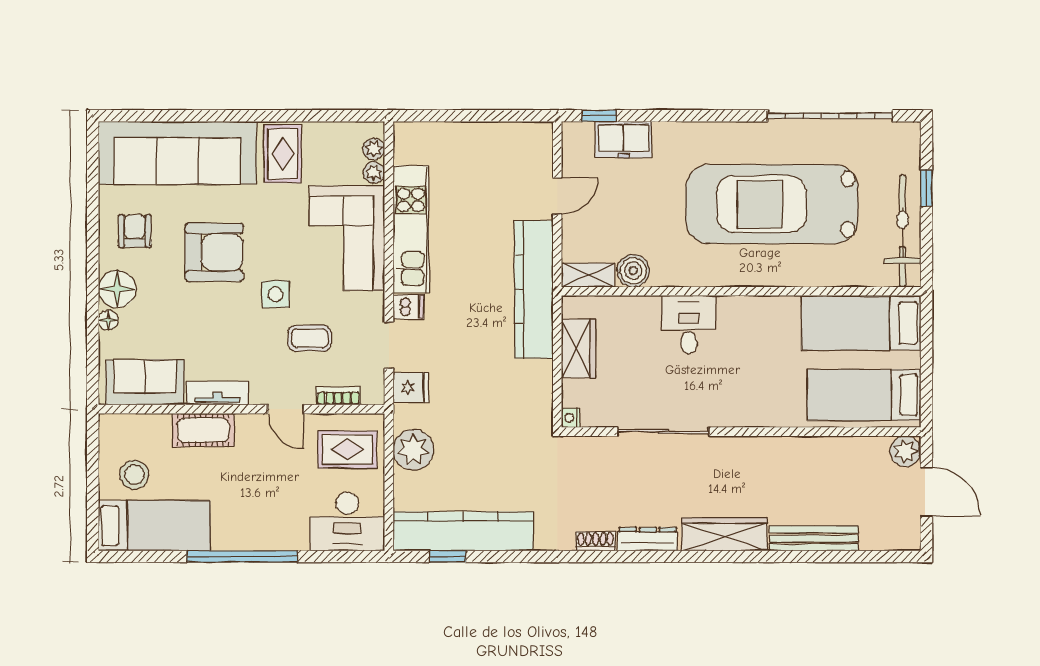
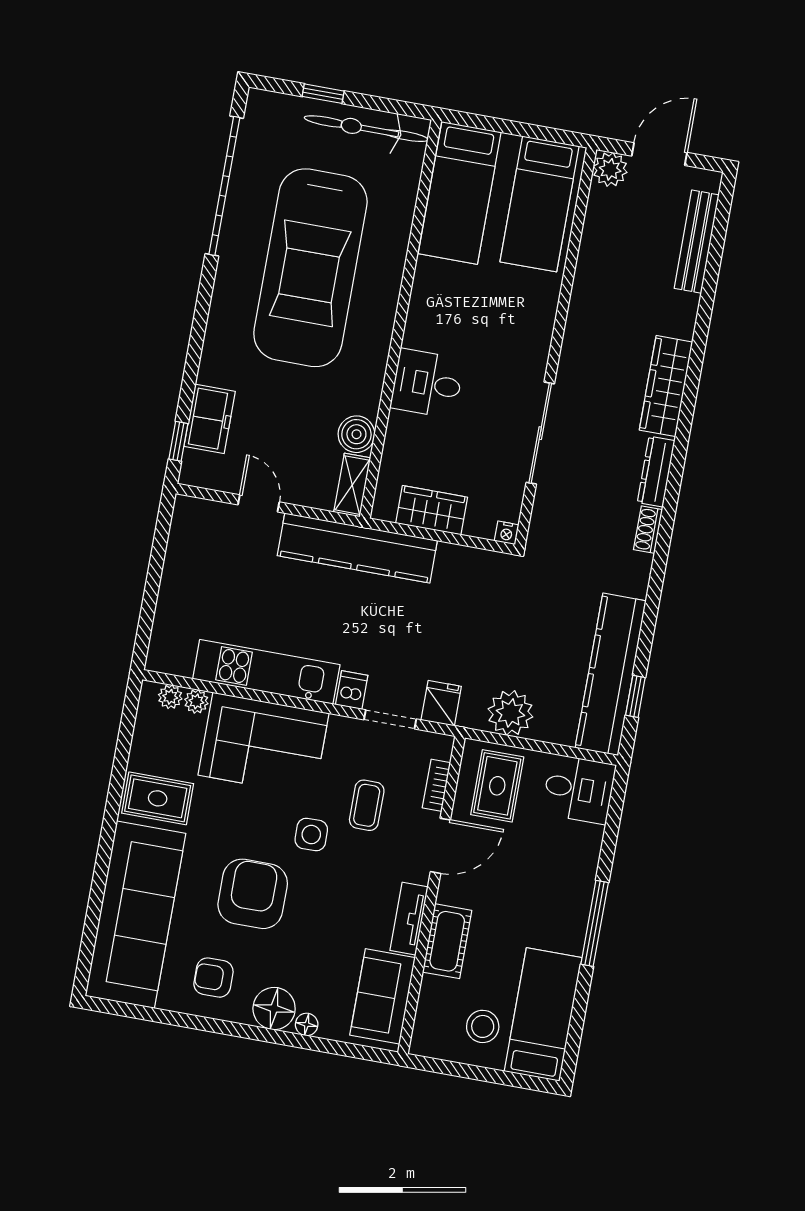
door: (286, 409) -> (440, 846), width x1.38
desk: (347, 521) -> (579, 789), width x0.73
bench: (814, 538) -> (697, 242), moved
window: (242, 556) -> (595, 923), width x0.68

